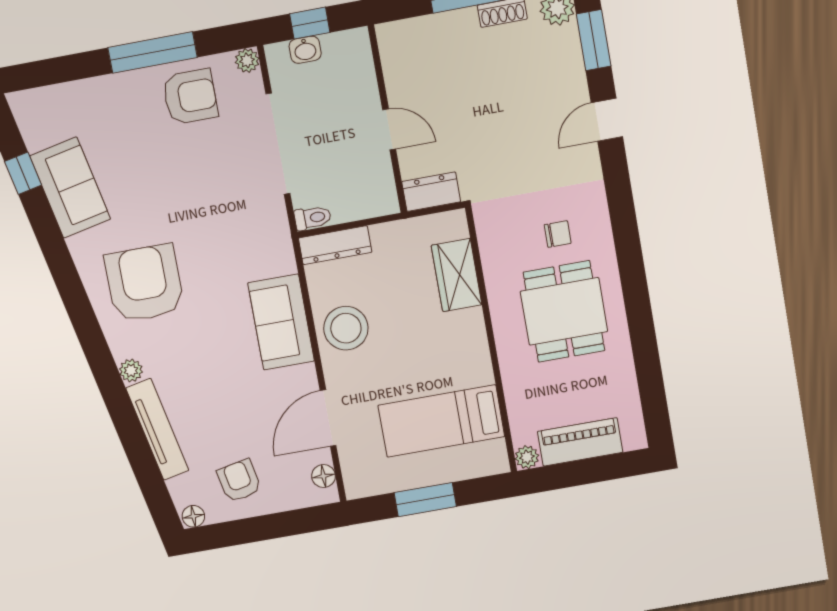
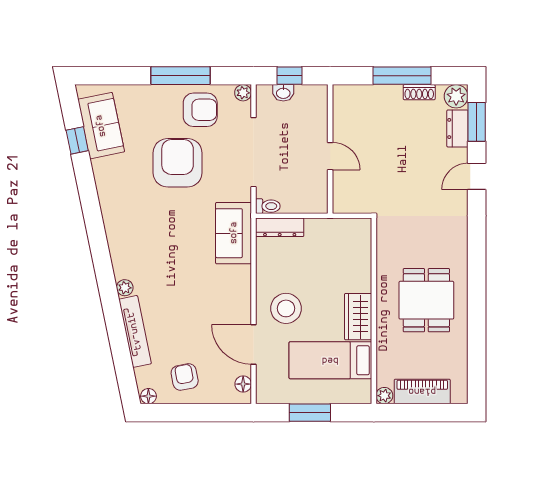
sofa: (70, 188) -> (101, 126), moved
dresser: (431, 192) -> (457, 128), moved, turned -90
chair: (558, 234) -> (431, 247), removed
wardrobe: (457, 275) -> (358, 317), moved
armchair: (144, 283) -> (178, 163), moved
sofa: (281, 322) -> (234, 233), moved
stool: (346, 328) -> (286, 308), moved
door: (328, 418) -> (254, 344), hinge flipped

